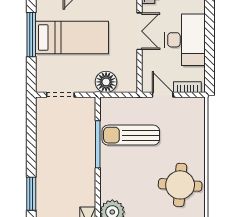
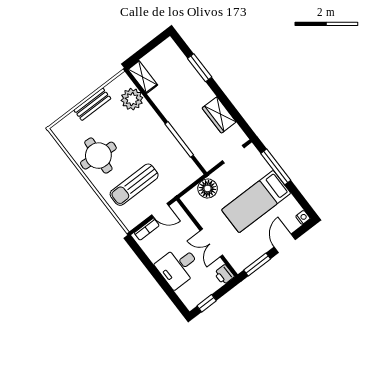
window: (31, 35) -> (276, 167), moved
desk: (185, 40) -> (178, 267), width x0.73
sun lounger: (131, 135) -> (134, 185), moved, turned 180
wardrobe: (46, 139) -> (219, 115), added

